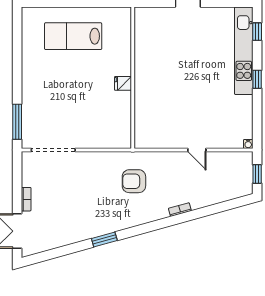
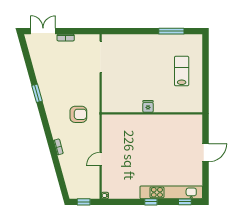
lab bench: (73, 36) -> (182, 71), width x0.73, depth x0.72
window: (17, 122) -> (171, 31), moved
armchair: (134, 181) -> (78, 114), turned 90

